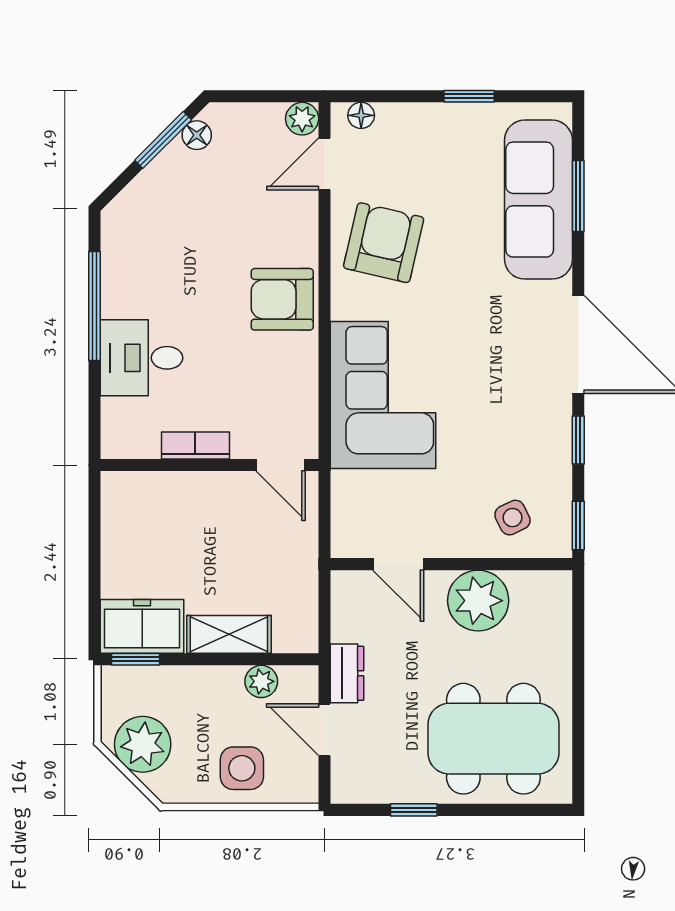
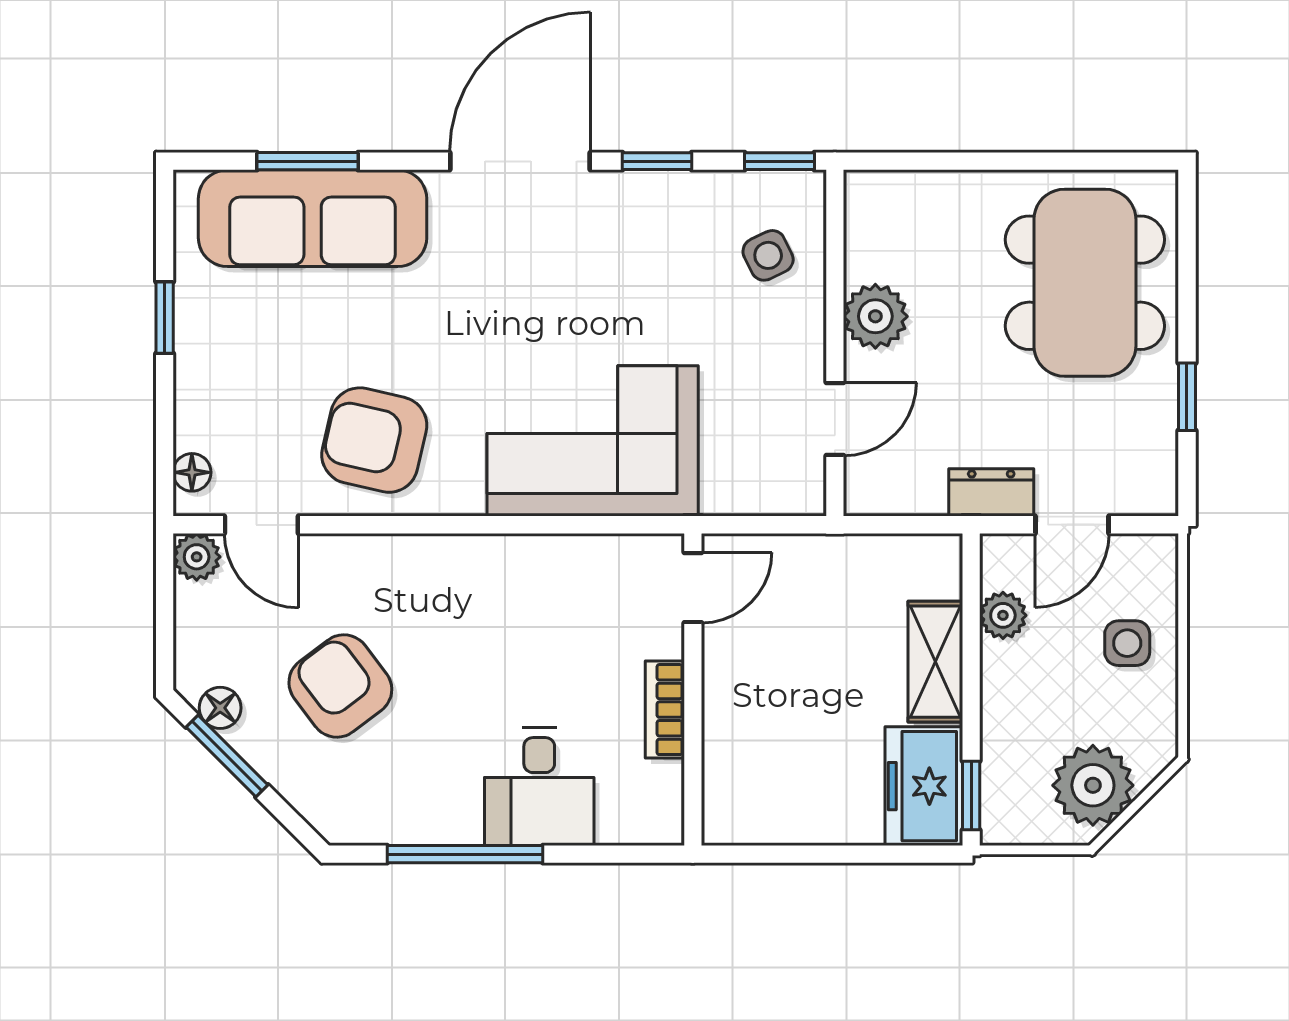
armchair: (282, 299) -> (340, 686), moved, turned 143
plant: (478, 601) -> (875, 316), width x0.73, depth x0.73
side table: (242, 768) -> (1127, 643), width x0.73, depth x0.73

